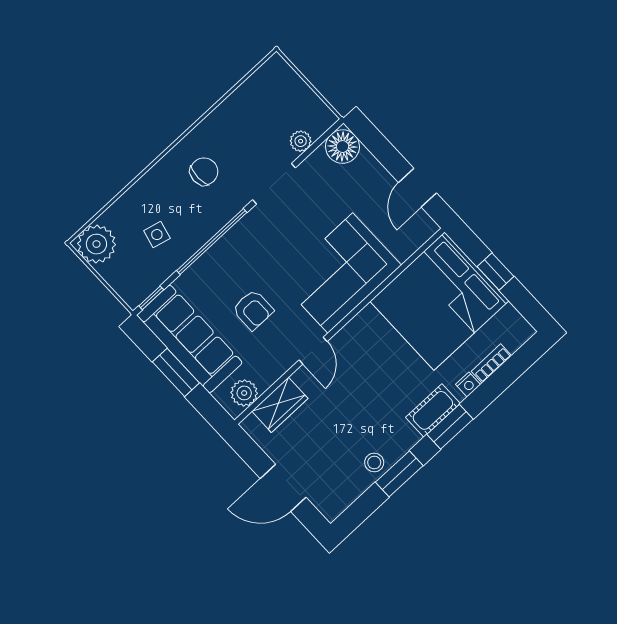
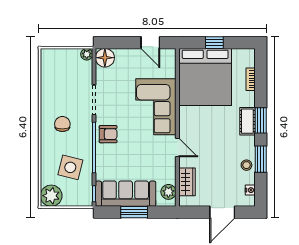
plant: (301, 141) -> (87, 54), moved
side table: (157, 235) -> (70, 167), width x1.87, depth x1.87
armchair: (253, 310) -> (108, 134), moved
nightstand: (468, 384) -> (250, 190), moved

